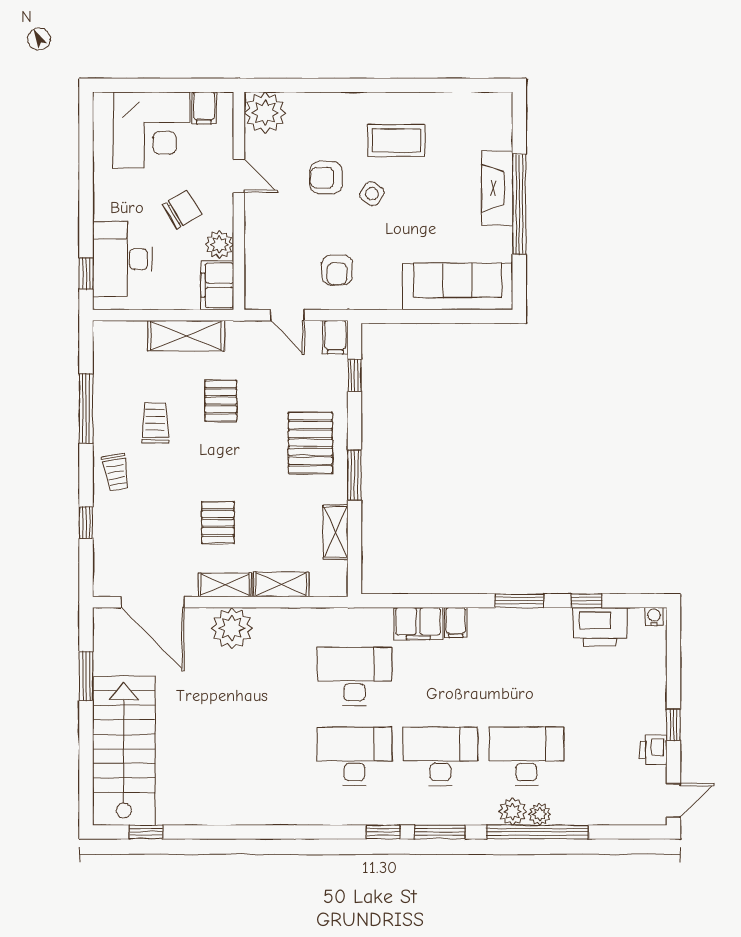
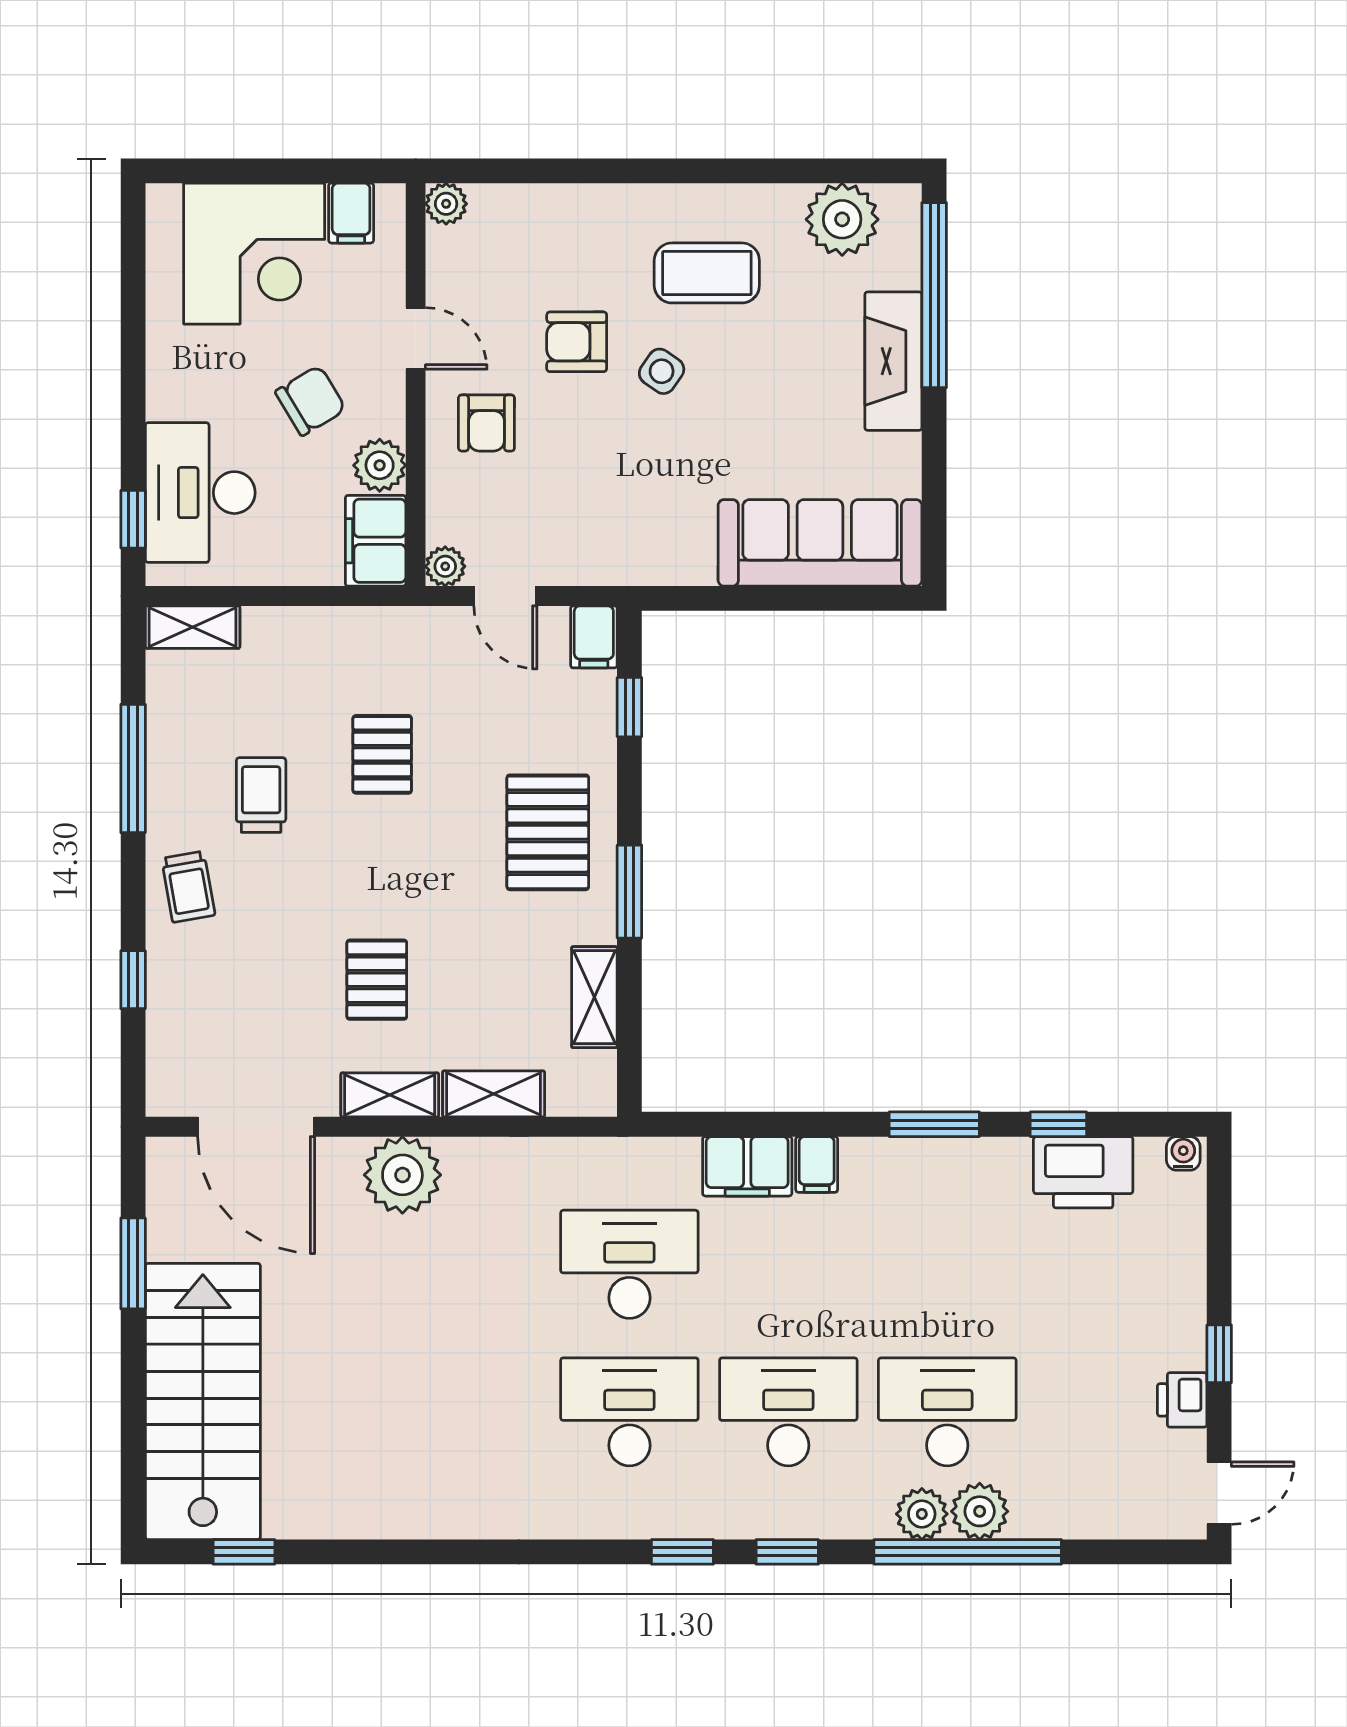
plant: (470, 111) -> (842, 219), added
plant: (265, 113) -> (446, 204), width x0.53, depth x0.53
window: (519, 204) -> (934, 295), moved
armchair: (337, 270) -> (486, 423), moved
plant: (255, 299) -> (445, 566), added
shelving: (186, 336) -> (193, 627), moved, width x0.67, depth x0.75
plant: (540, 814) -> (980, 1511), width x1.38, depth x1.38
window: (440, 832) -> (787, 1552), width x0.67

